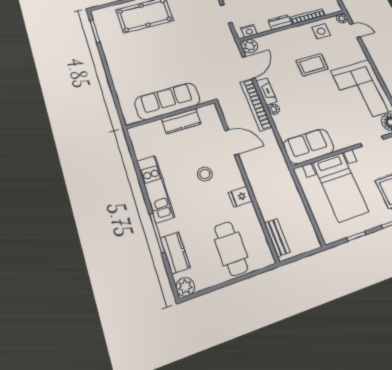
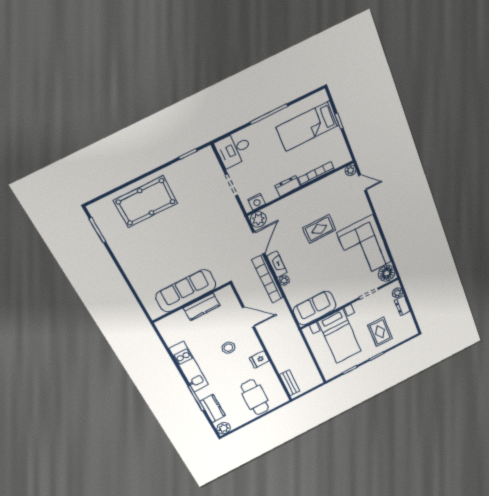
side table: (321, 31) -> (329, 190), removed

